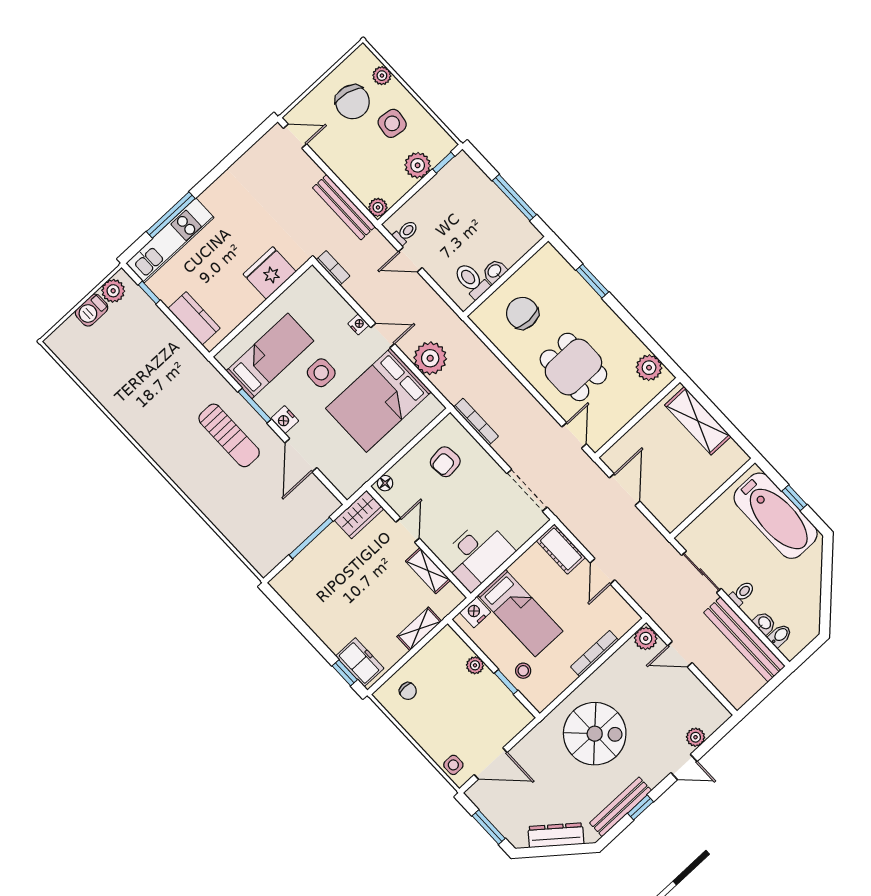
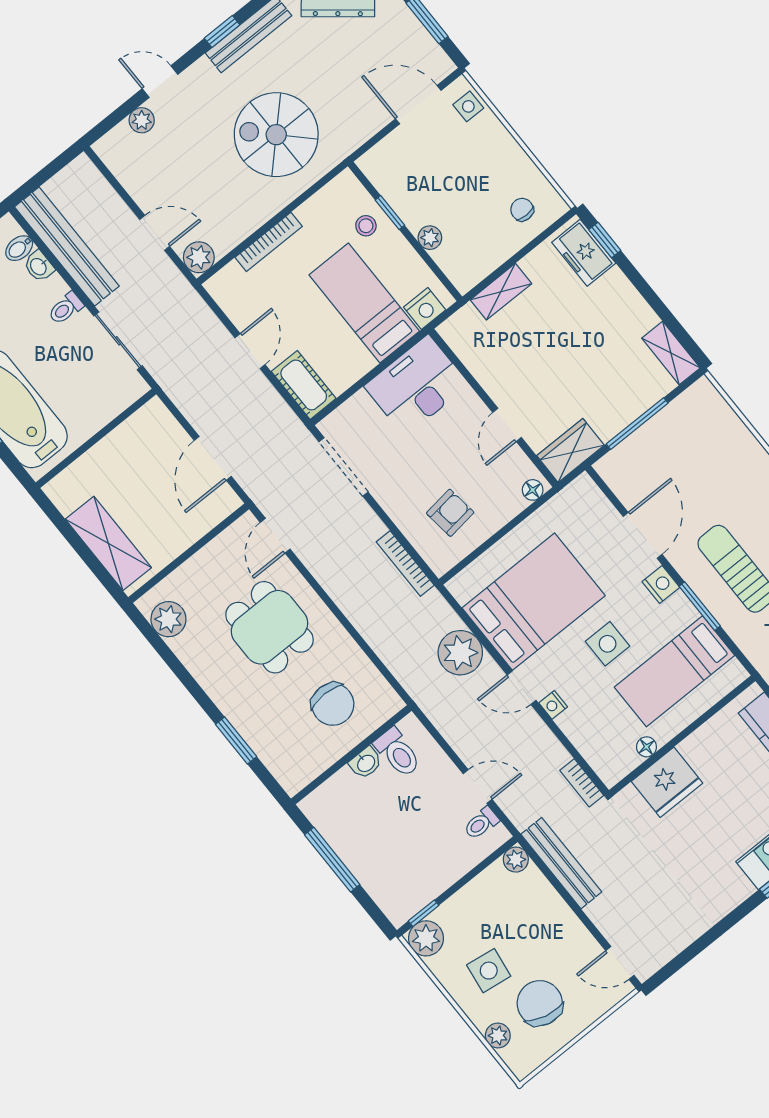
plant: (418, 165) -> (426, 938), moved
floor lamp: (287, 298) -> (646, 747), added
shelving: (428, 571) -> (671, 353), moved

